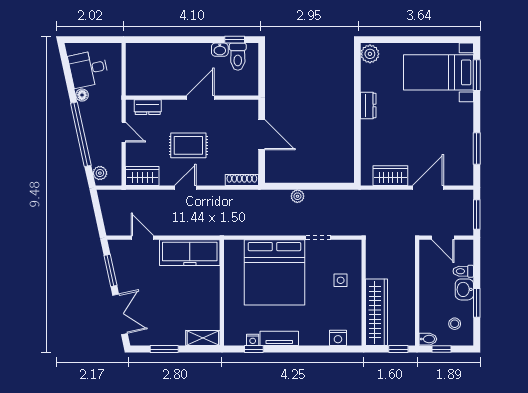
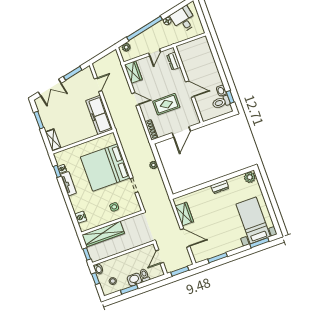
rug: (188, 145) -> (166, 104), moved, turned 90

